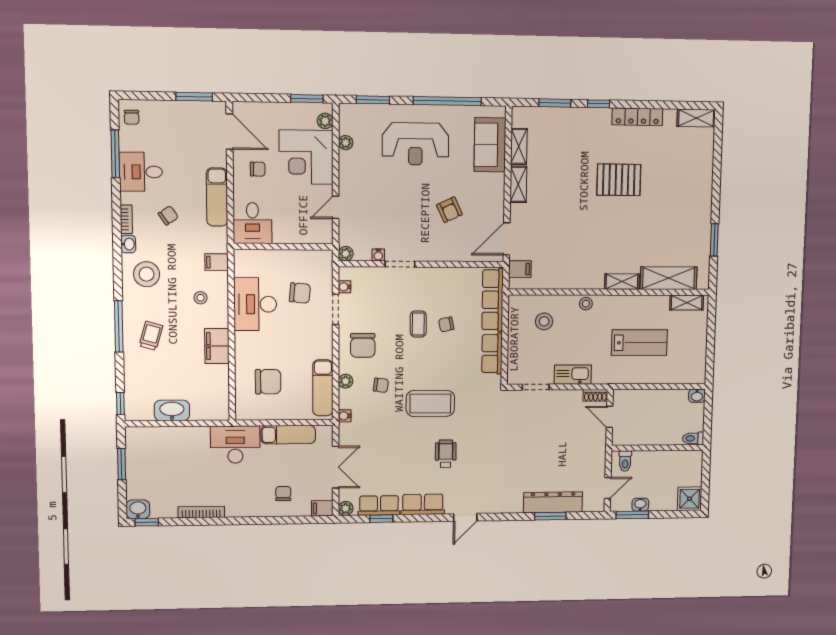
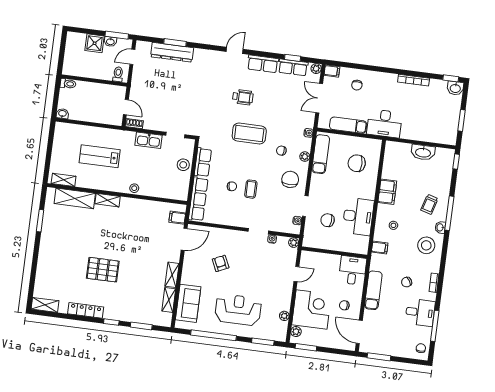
washbasin: (128, 244) -> (440, 227), moved
stool: (544, 321) -> (183, 165), moved
wheelchair: (446, 454) -> (243, 97), turned -90
shower: (690, 499) -> (95, 43), moved

